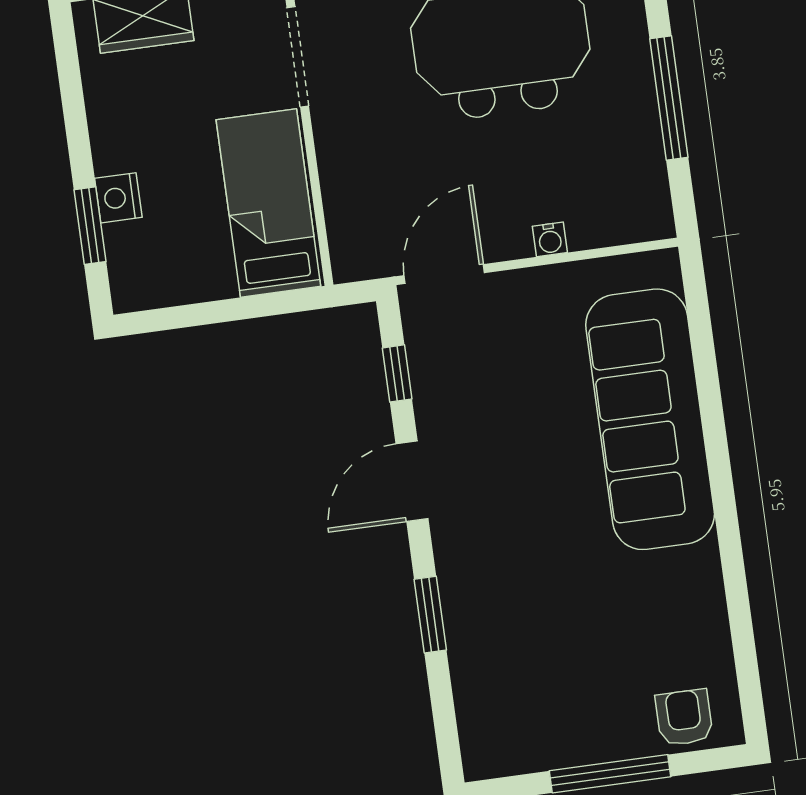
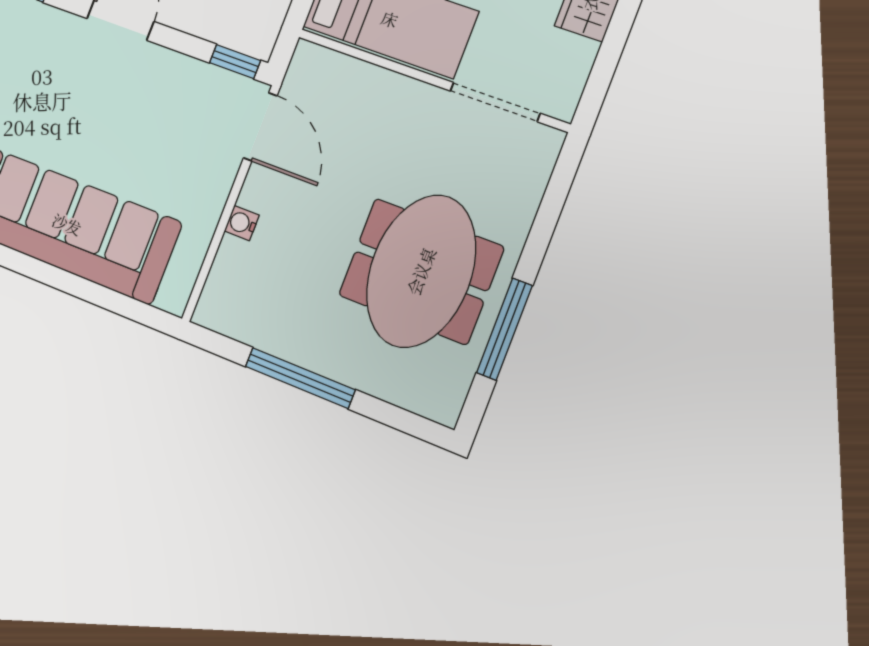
window: (397, 373) -> (235, 62), moved

